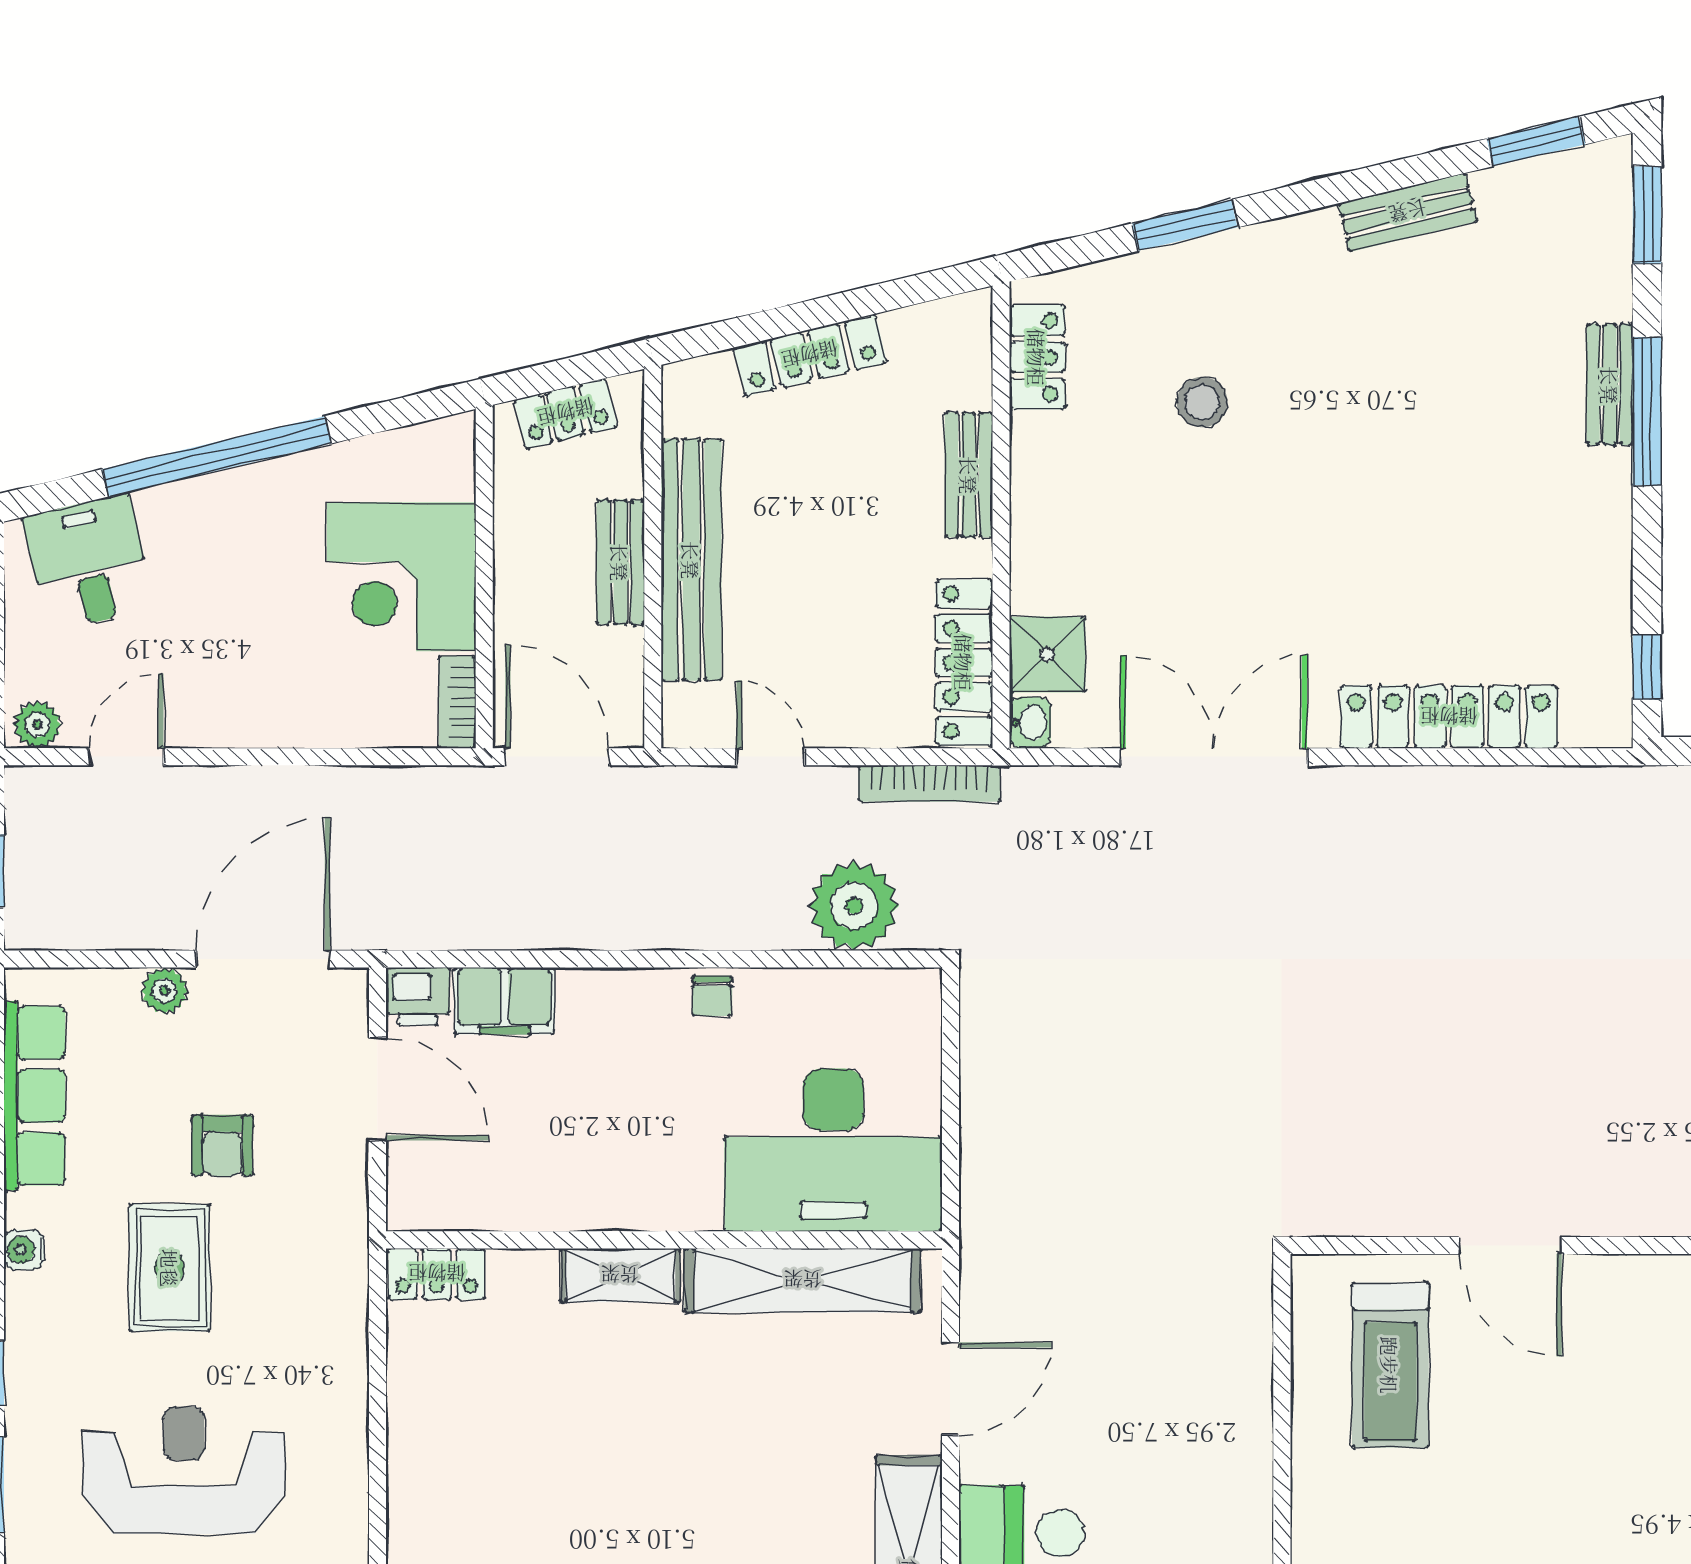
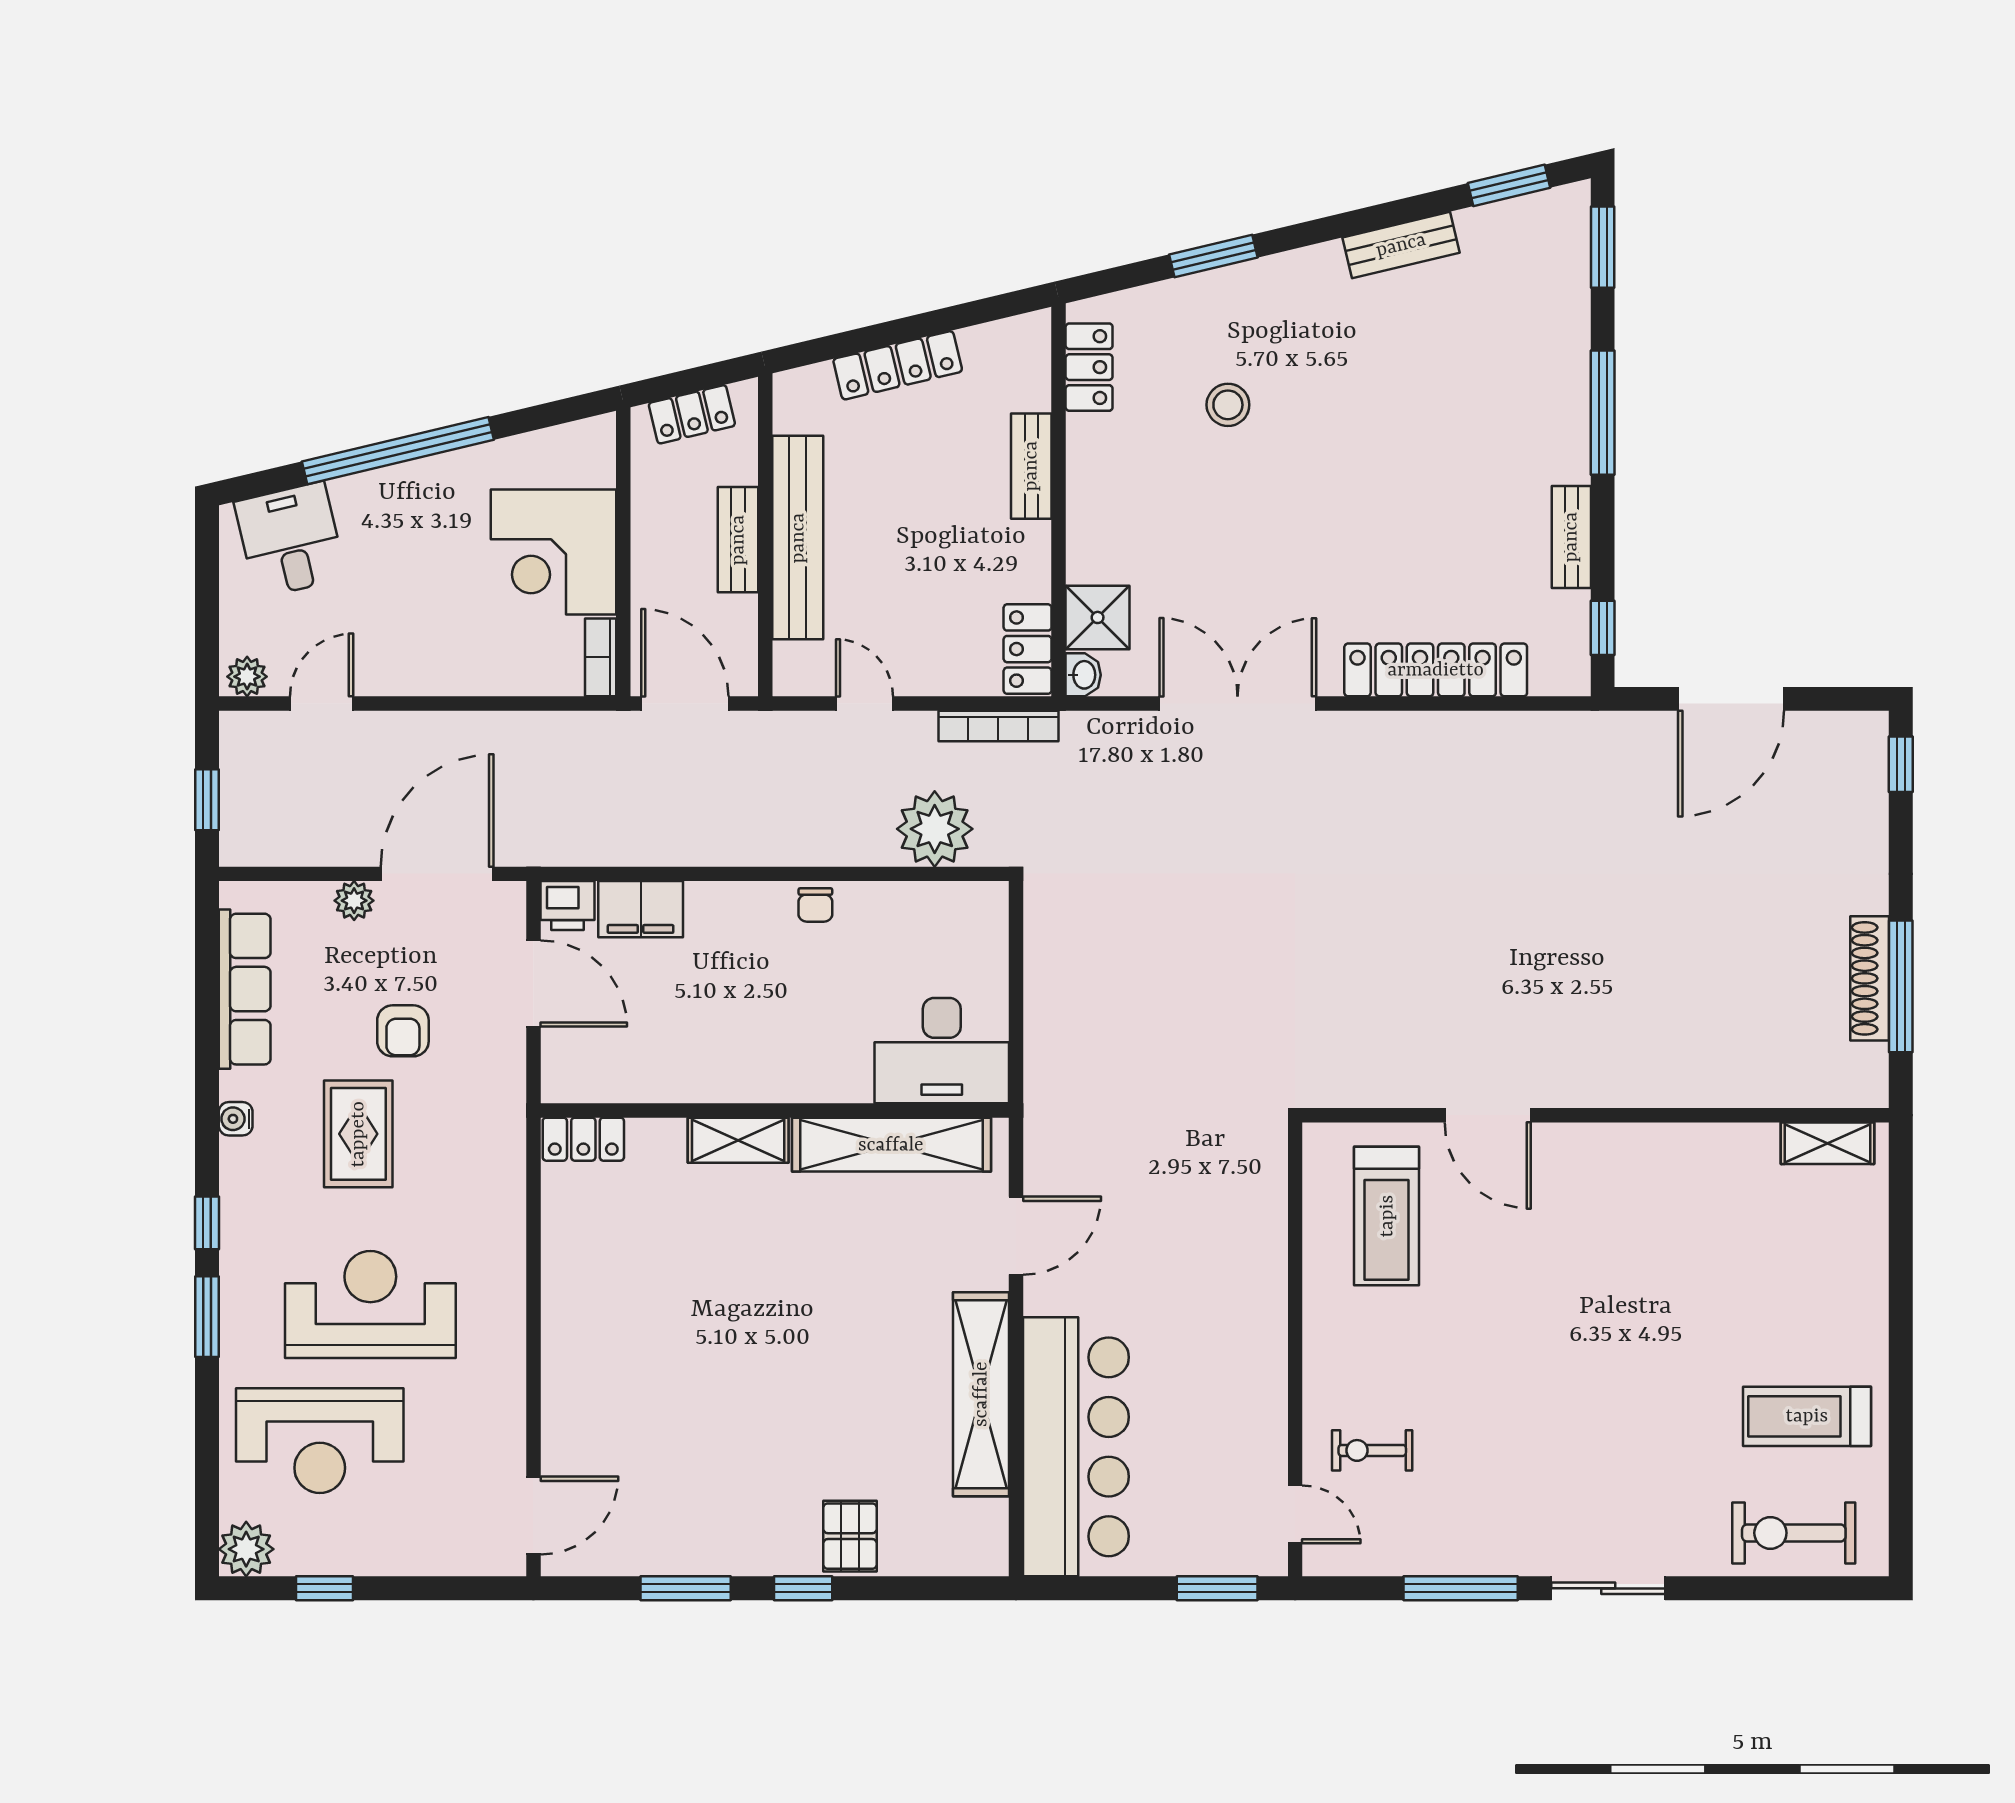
bench: (1610, 385) -> (1571, 537), moved
locker: (964, 662) -> (1028, 649), width x0.66
desk: (833, 1150) -> (942, 1051), width x0.73, depth x0.77

